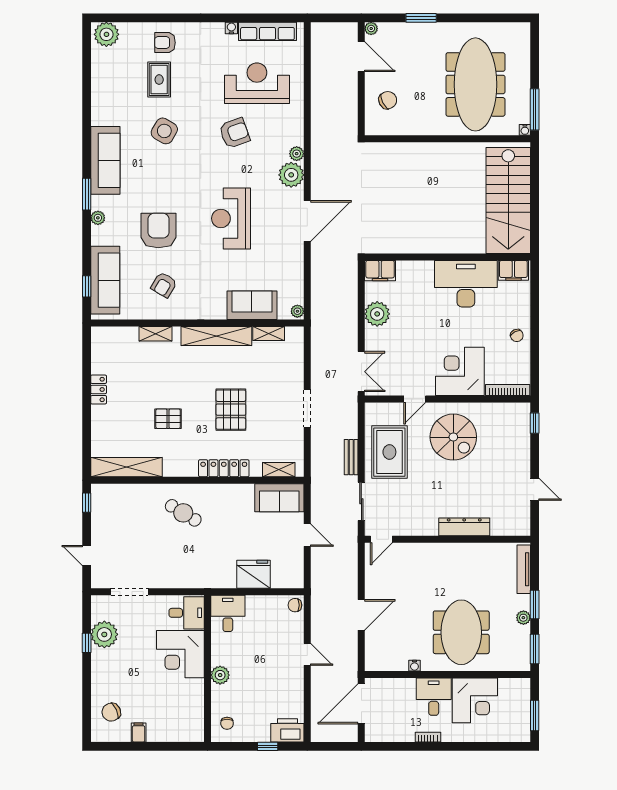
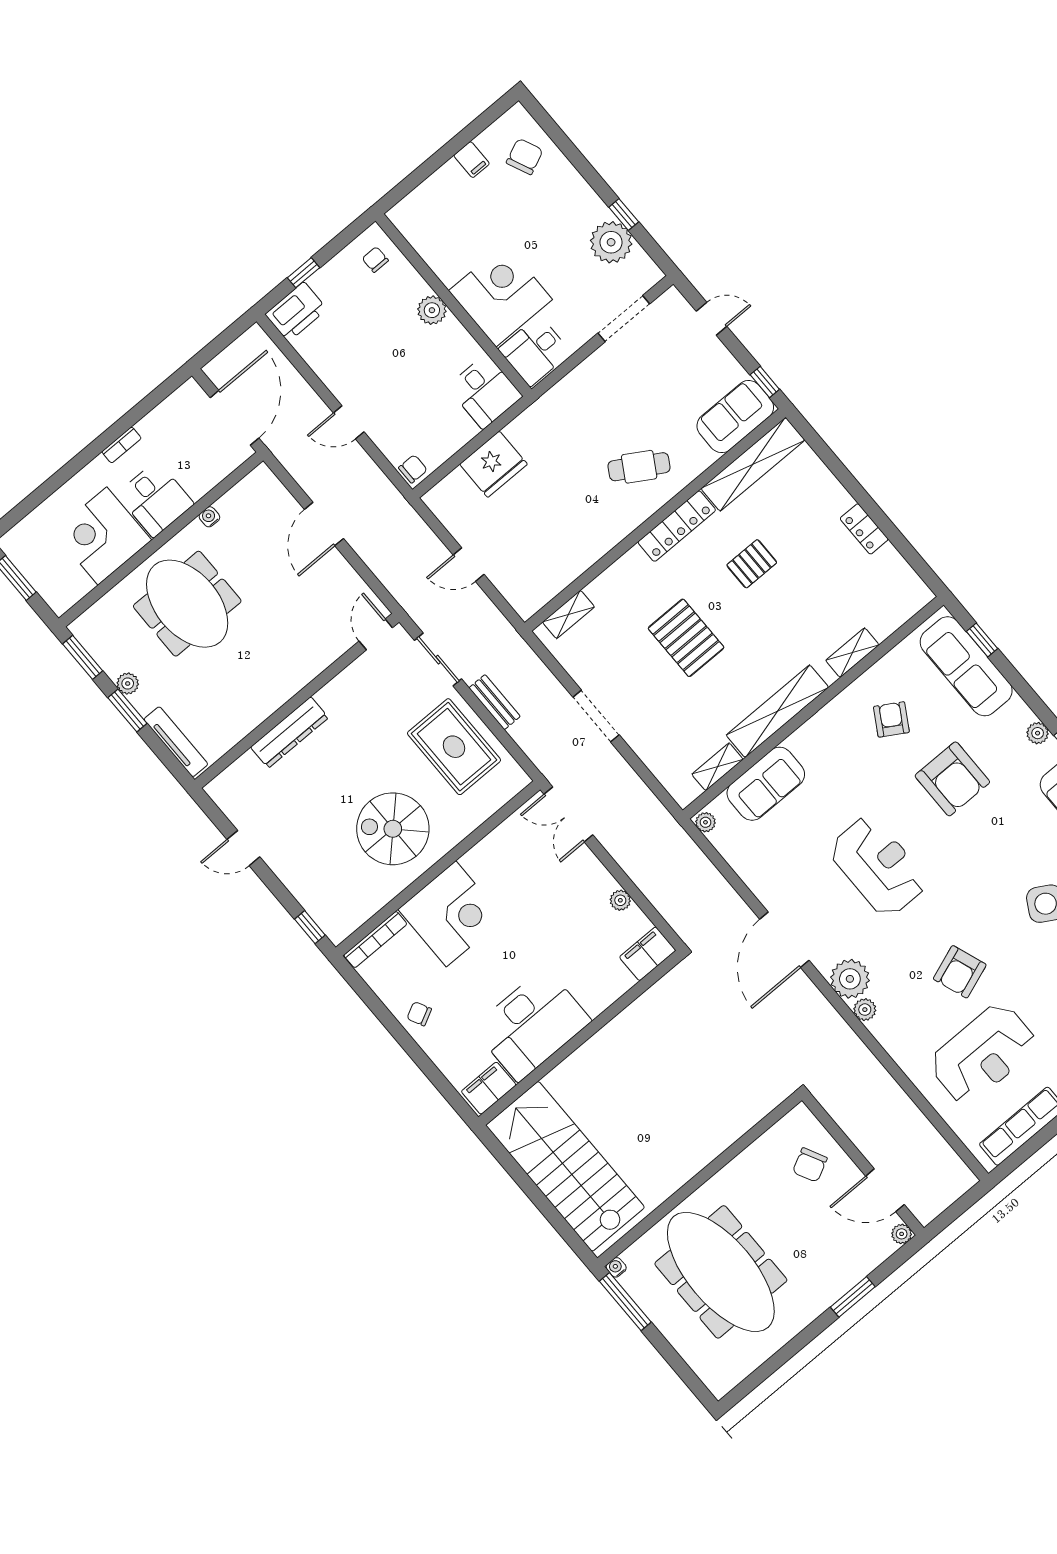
plant: (377, 314) -> (620, 900), width x0.53, depth x0.53
door: (415, 399) -> (477, 835), removed
locker: (224, 468) -> (677, 526), moved
sofa: (279, 498) -> (735, 417), moved

